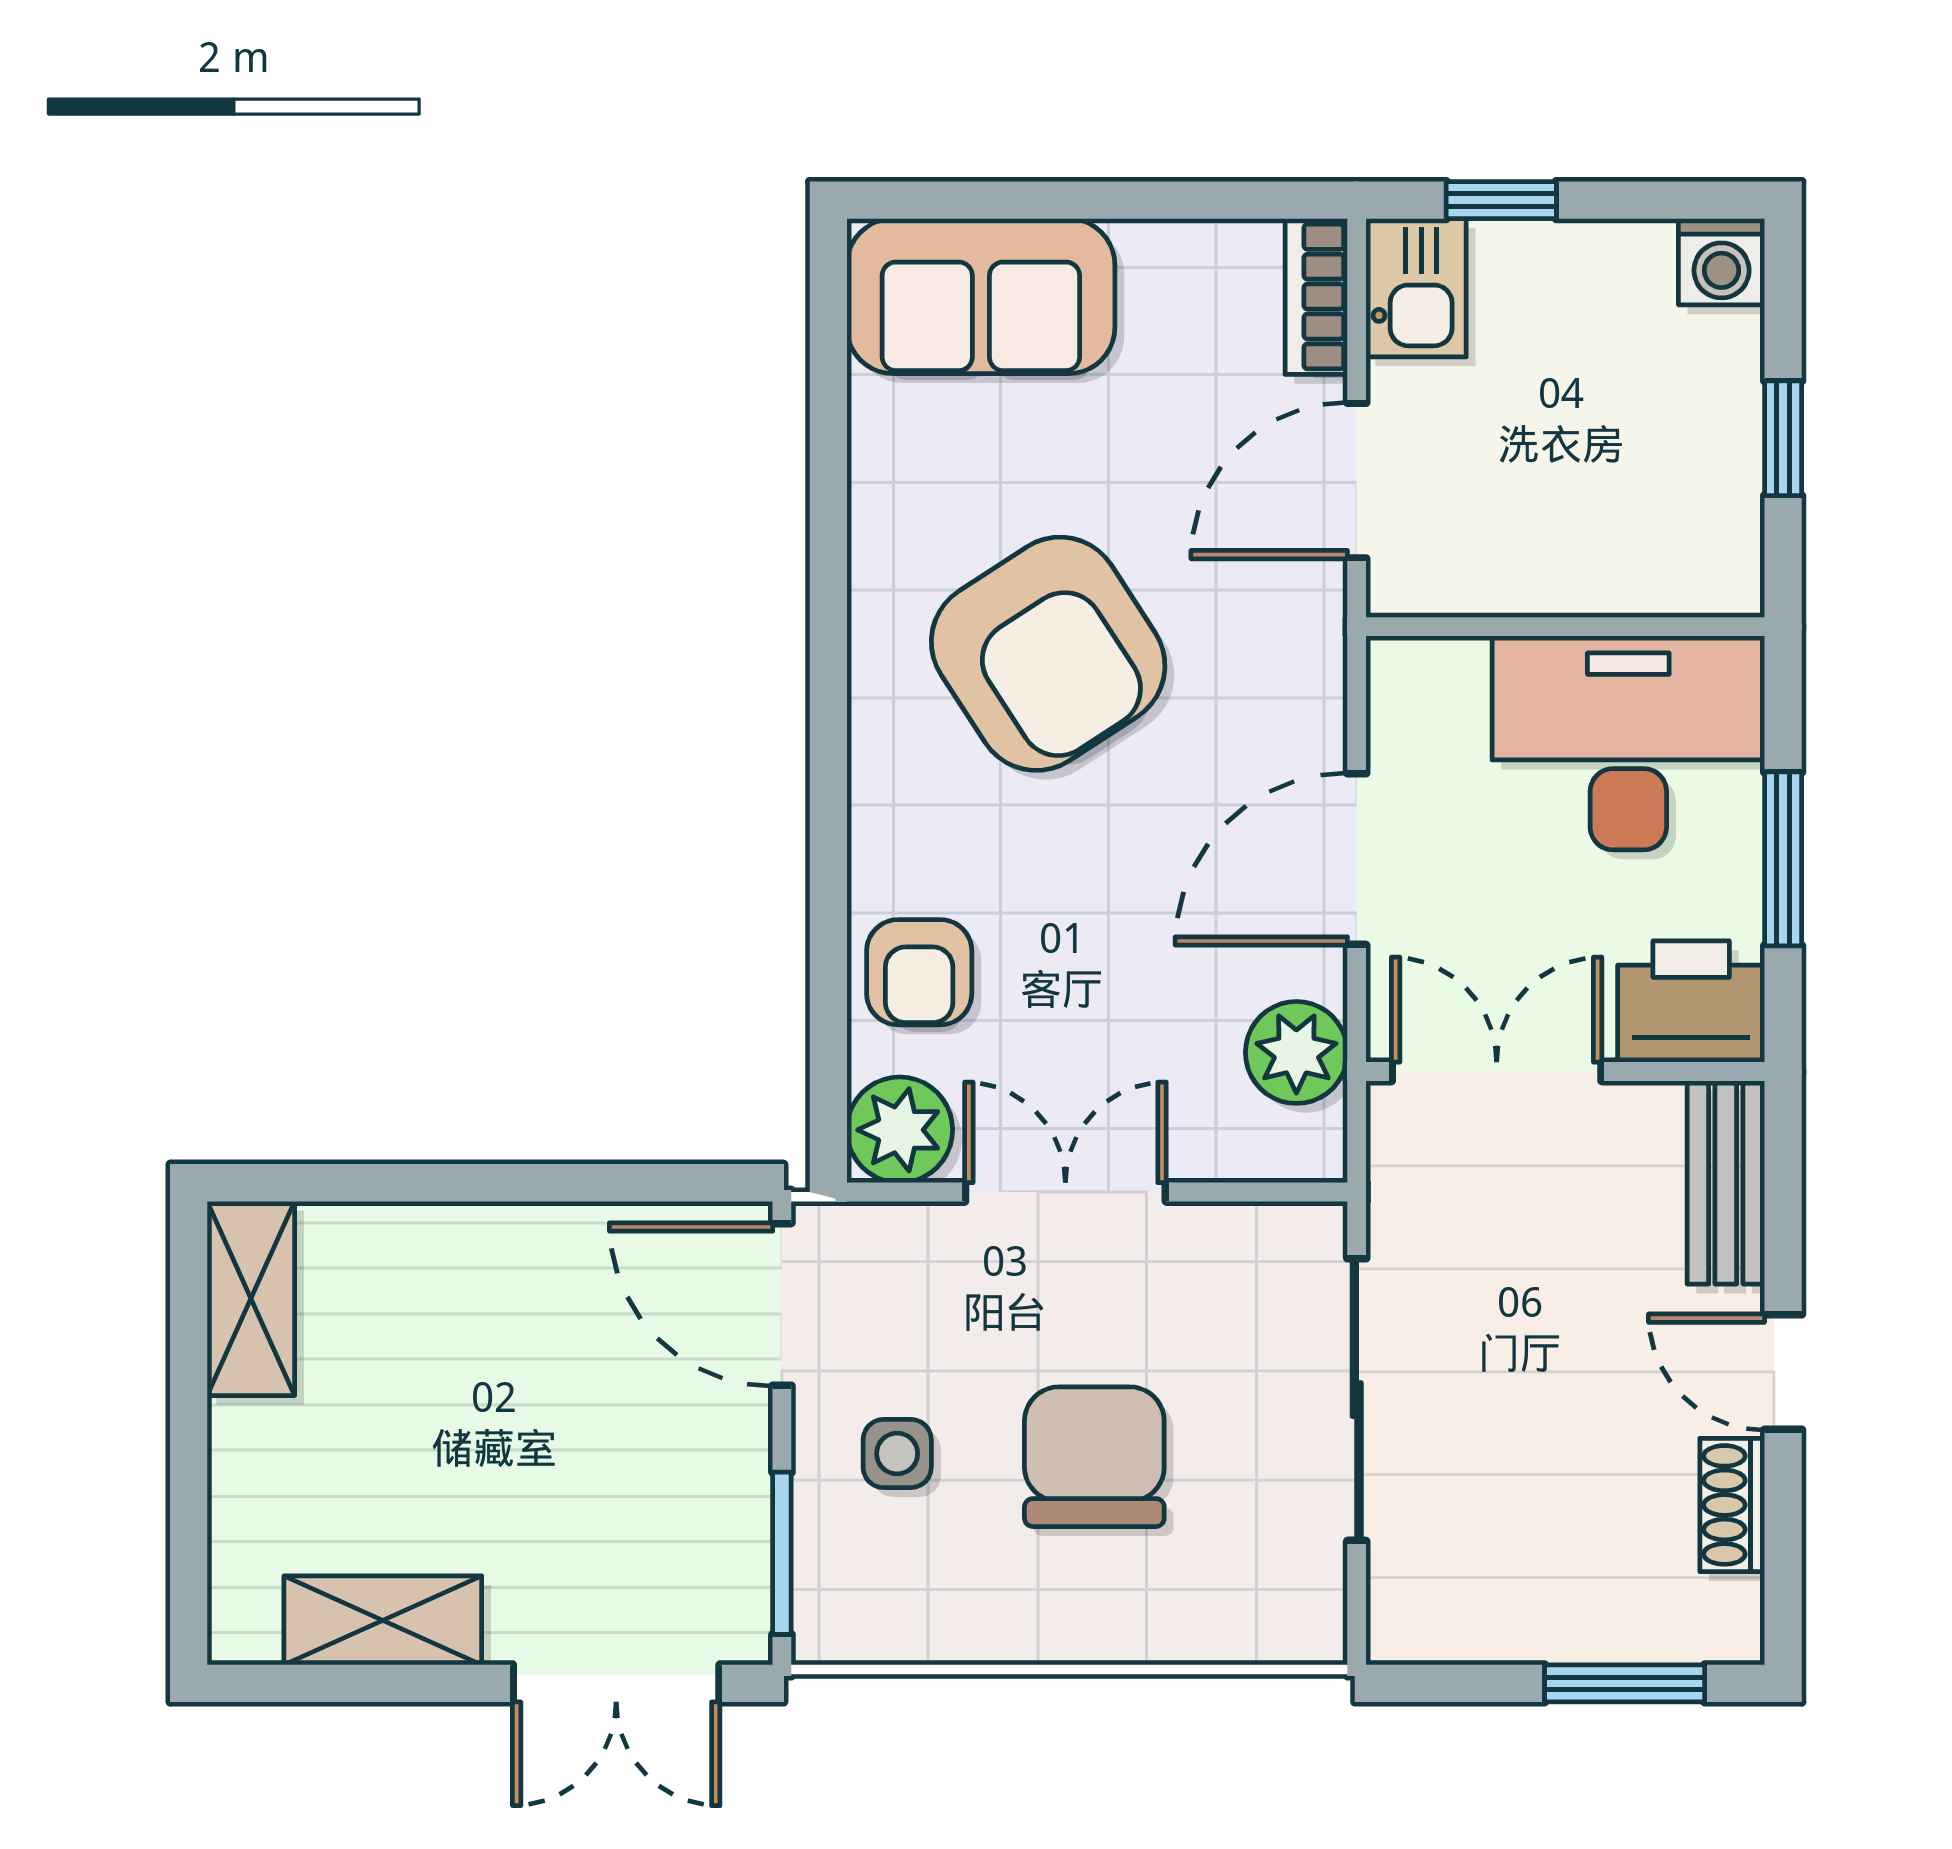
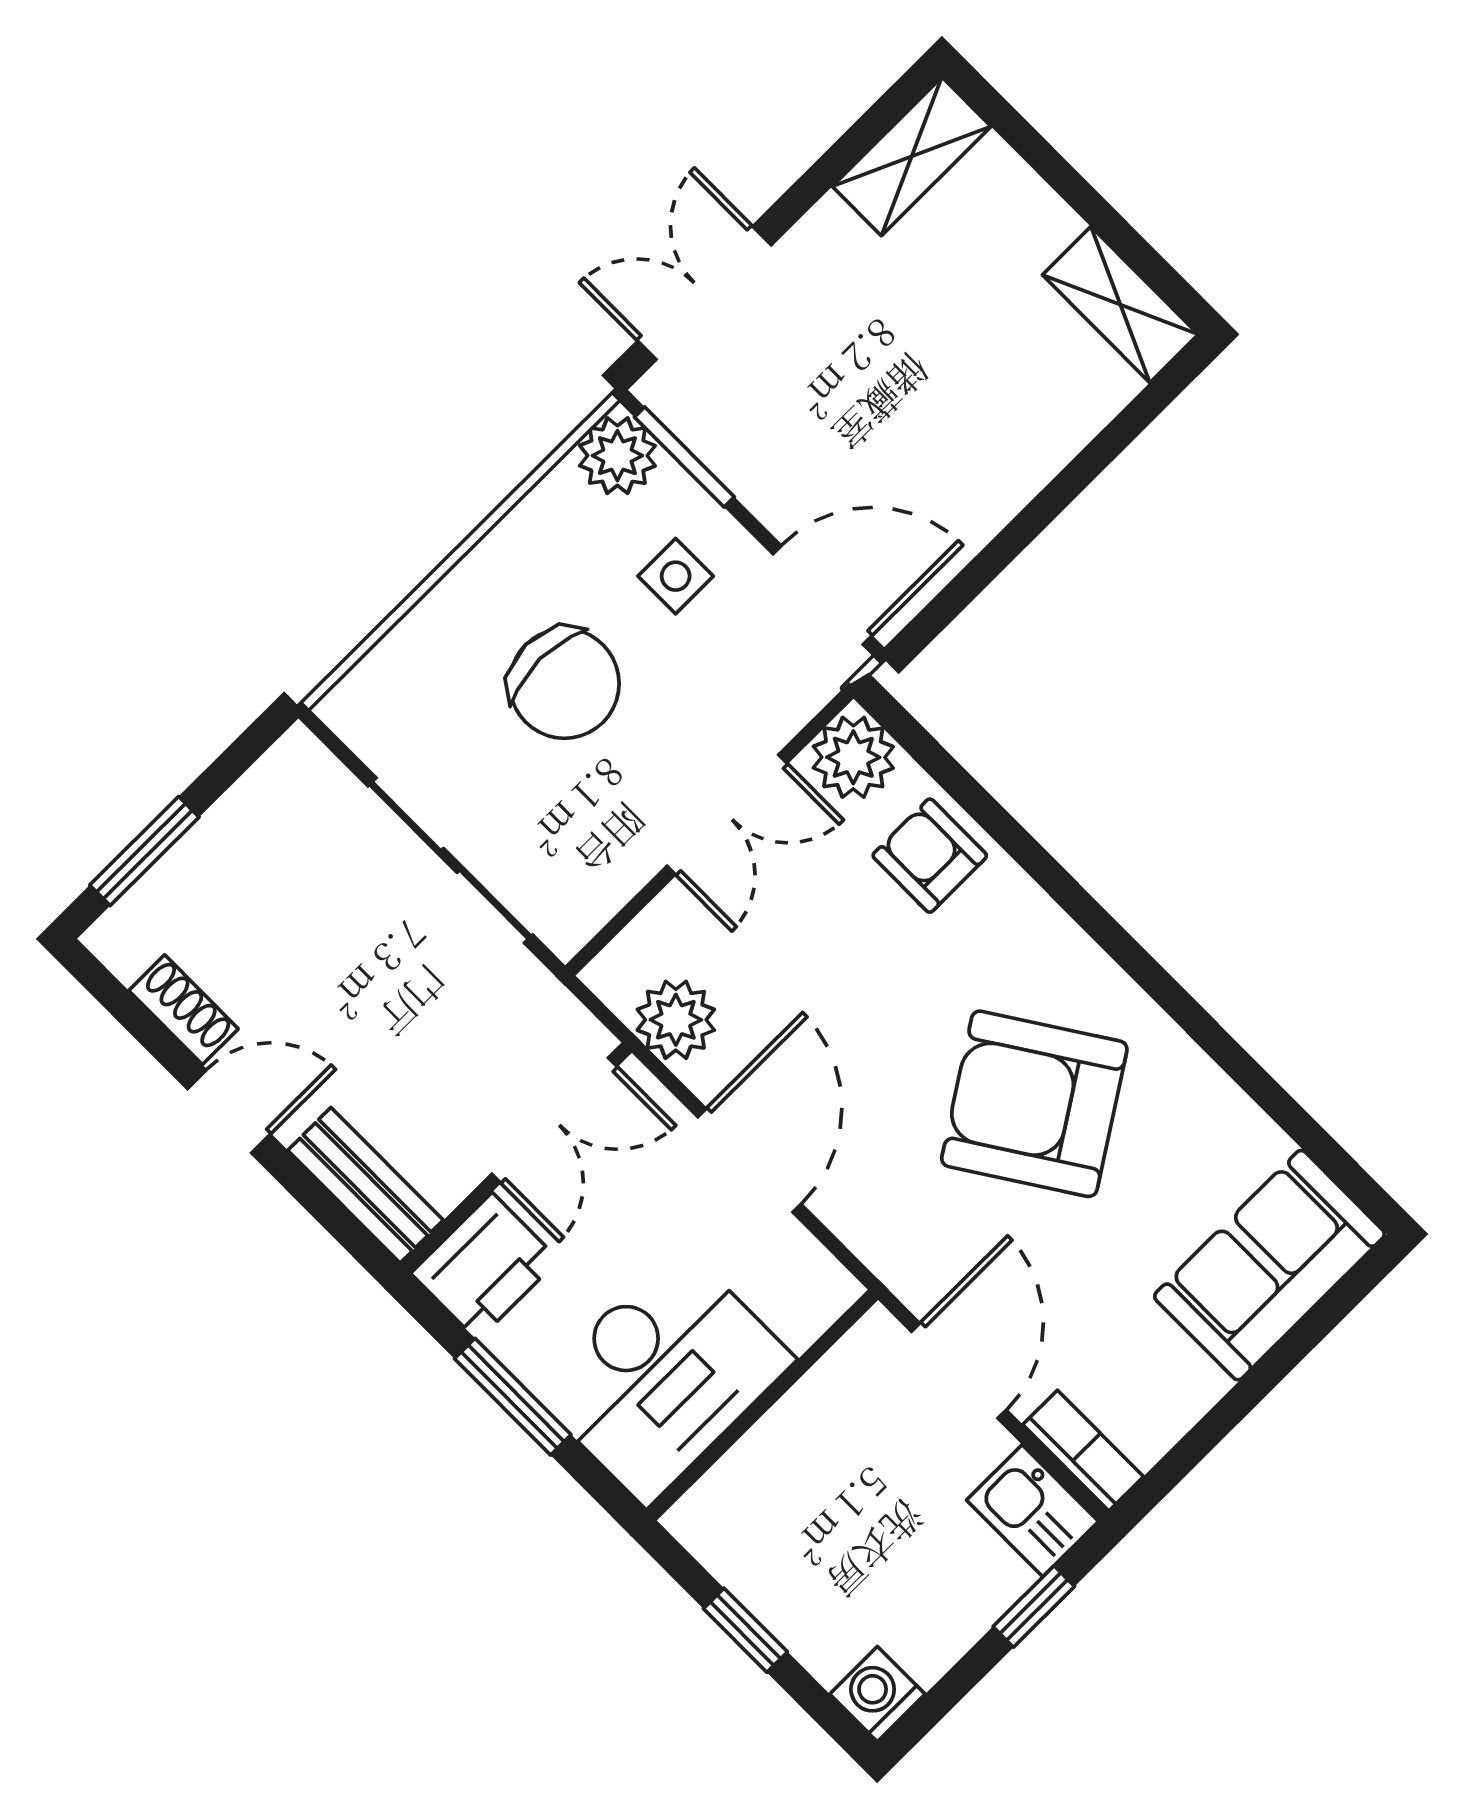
plant: (841, 1615) -> (617, 456), added
shelving: (383, 1620) -> (912, 156), moved

